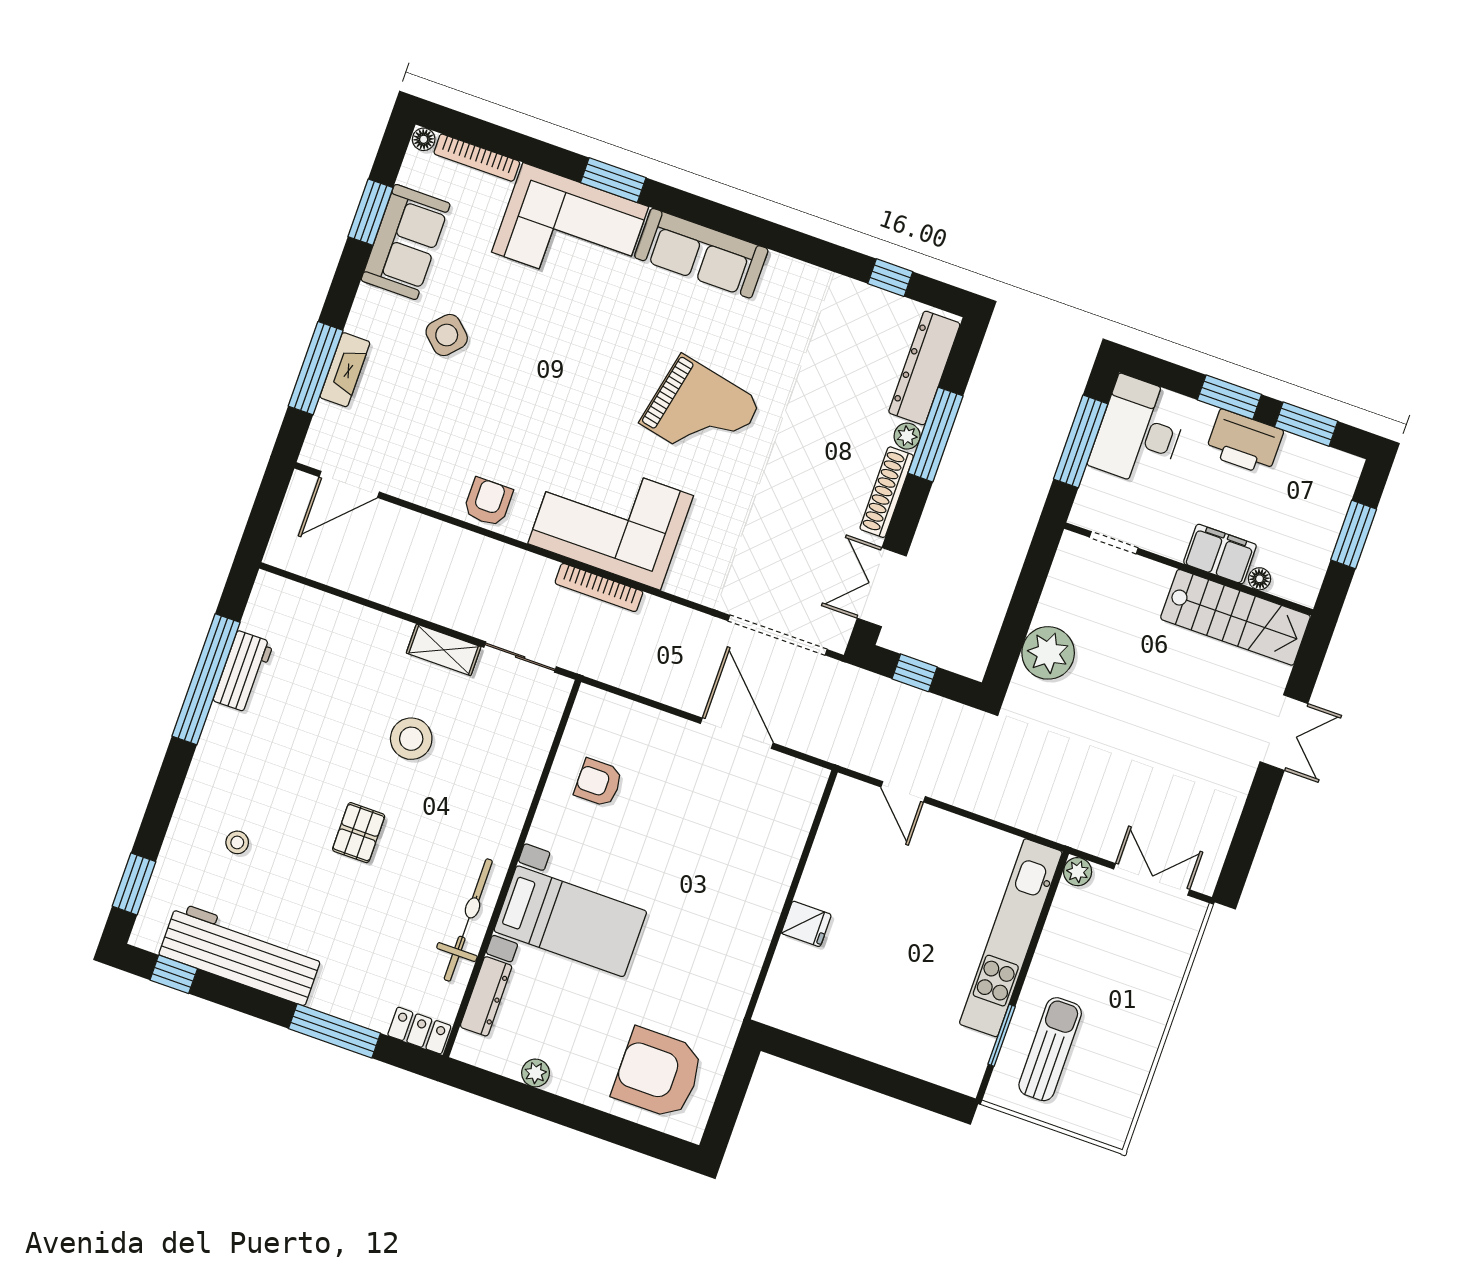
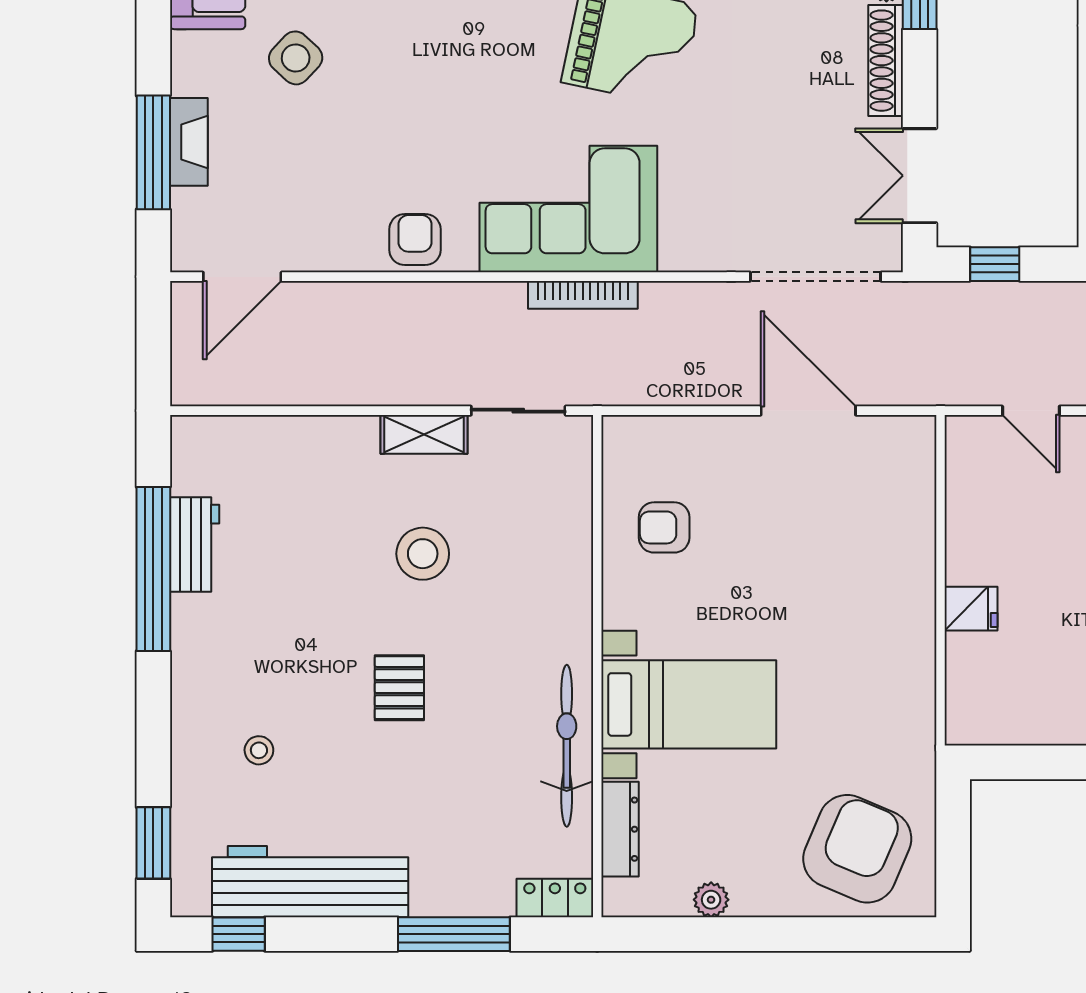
armchair: (658, 1073) -> (857, 849), turned 113

